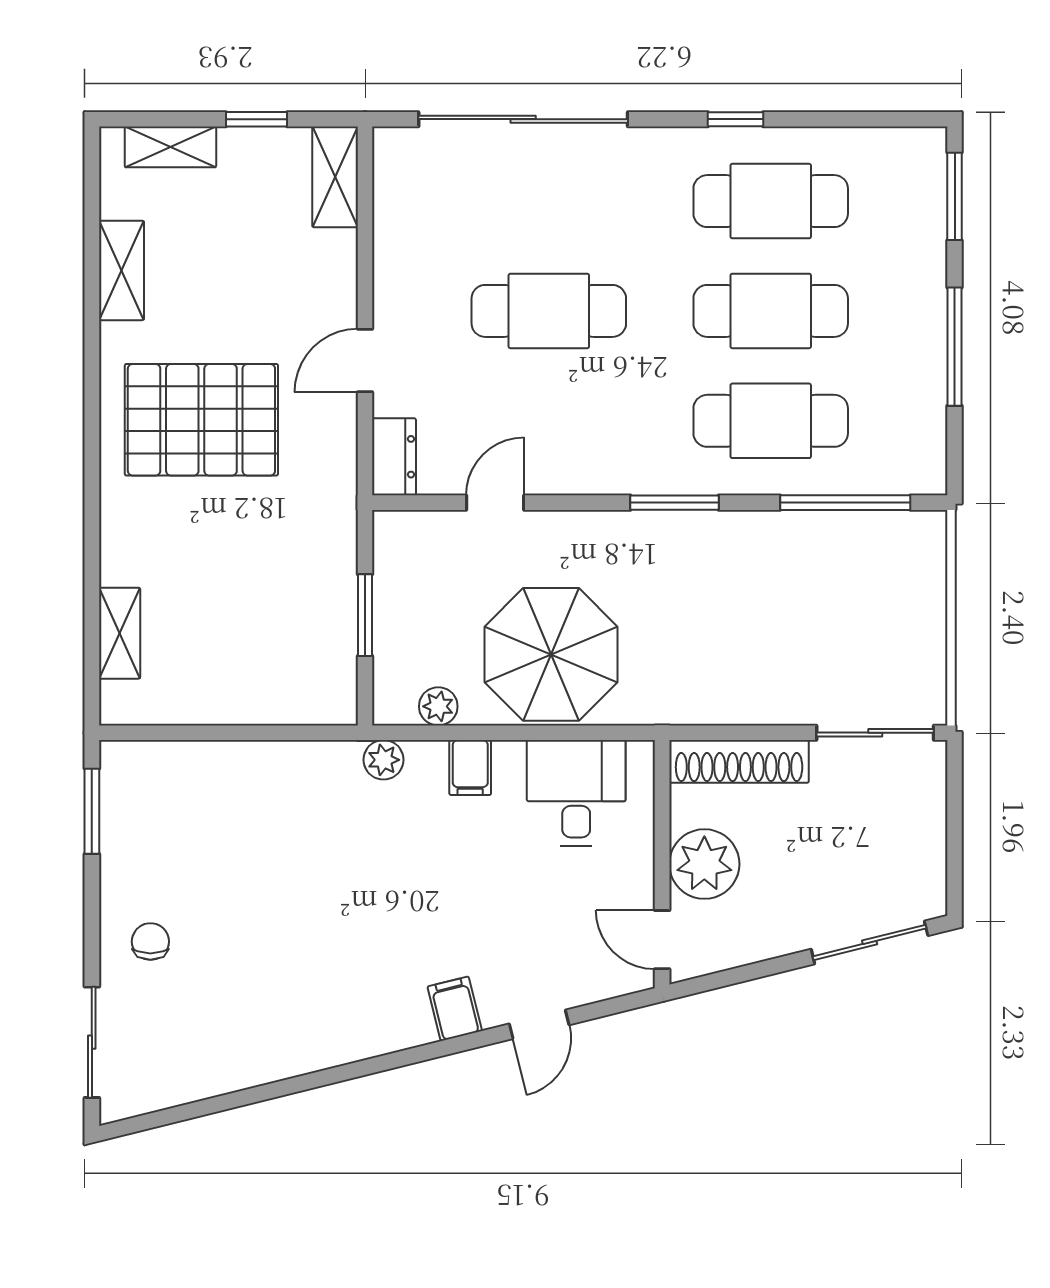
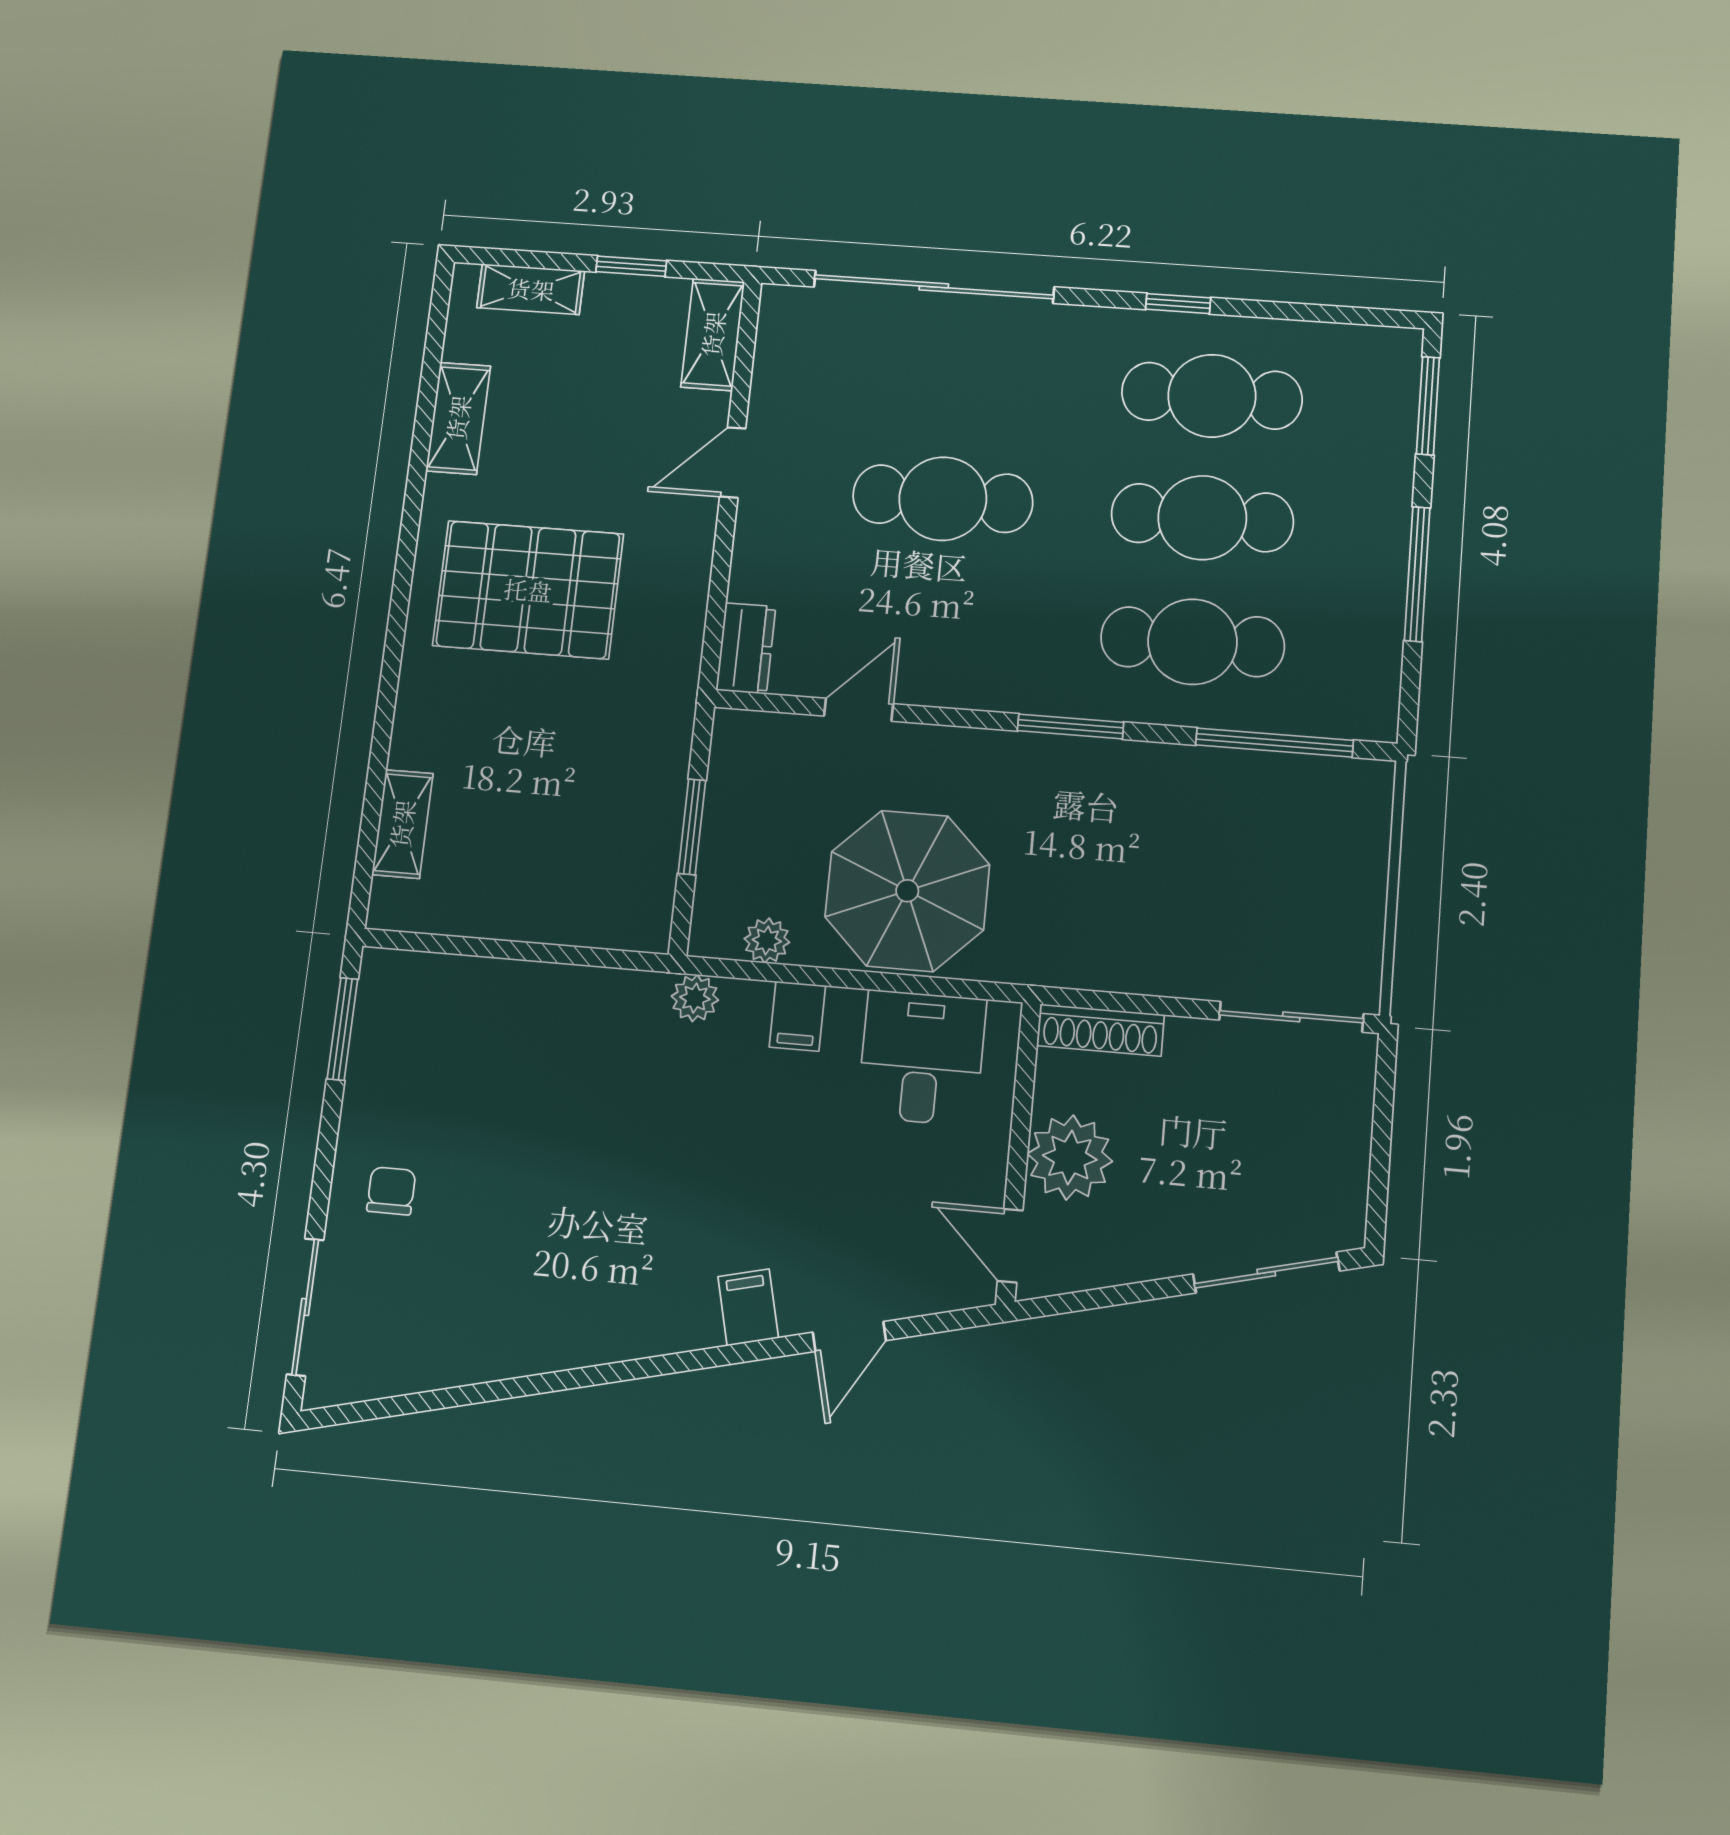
door: (365, 360) -> (733, 462), moved
shoe rack: (739, 761) -> (1100, 1030), width x0.74, depth x0.81

